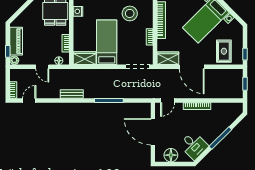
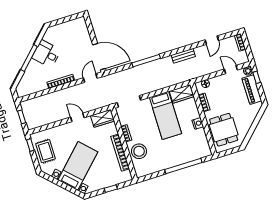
nightstand: (78, 11) -> (198, 123), moved
stool: (130, 13) -> (139, 151), moved
rug: (224, 51) -> (46, 151), moved
door: (42, 67) -> (231, 70), moved
door: (192, 67) -> (77, 117), width x0.53
door: (29, 101) -> (212, 40), moved
door: (153, 132) -> (99, 57), moved
desk: (194, 145) -> (46, 54), moved
floor lamp: (171, 155) -> (71, 27), removed

